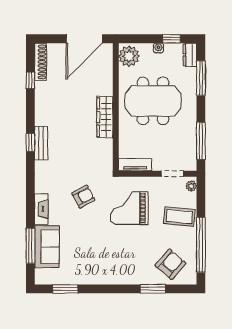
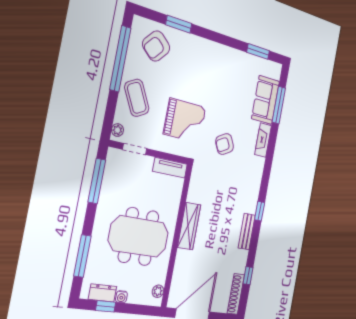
dresser: (190, 55) -> (103, 293), moved, turned -90
plant: (129, 56) -> (158, 291), width x0.53, depth x0.53
bench: (41, 143) -> (247, 231), moved
coffee table: (179, 217) -> (137, 98), turned 57

